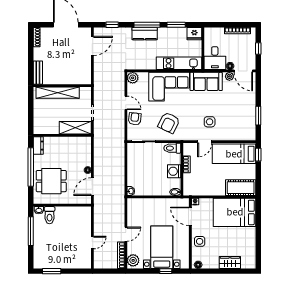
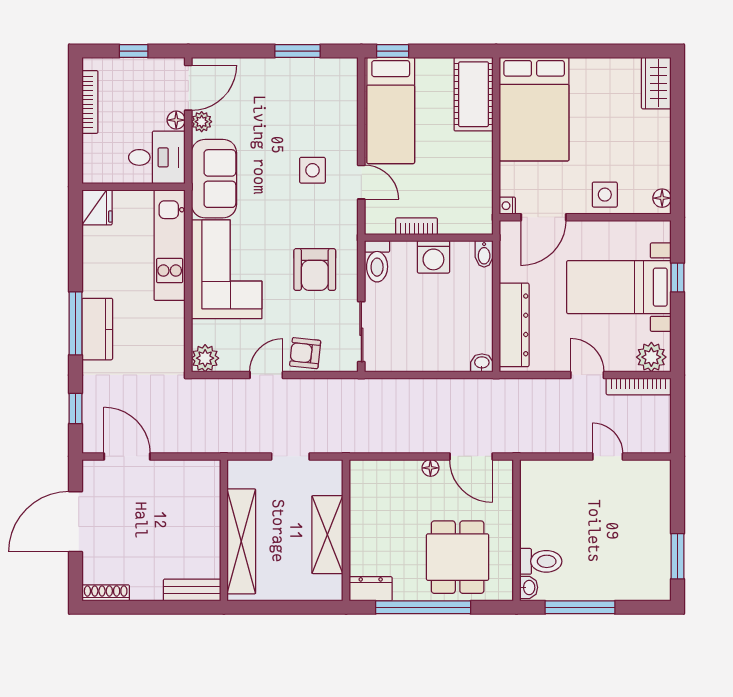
window: (176, 25) -> (76, 252), removed
armchair: (169, 123) -> (315, 270), turned 64
shelving: (75, 128) -> (327, 535), moved
dresser: (146, 204) -> (514, 325), added
wardrobe: (230, 262) -> (656, 83), moved

